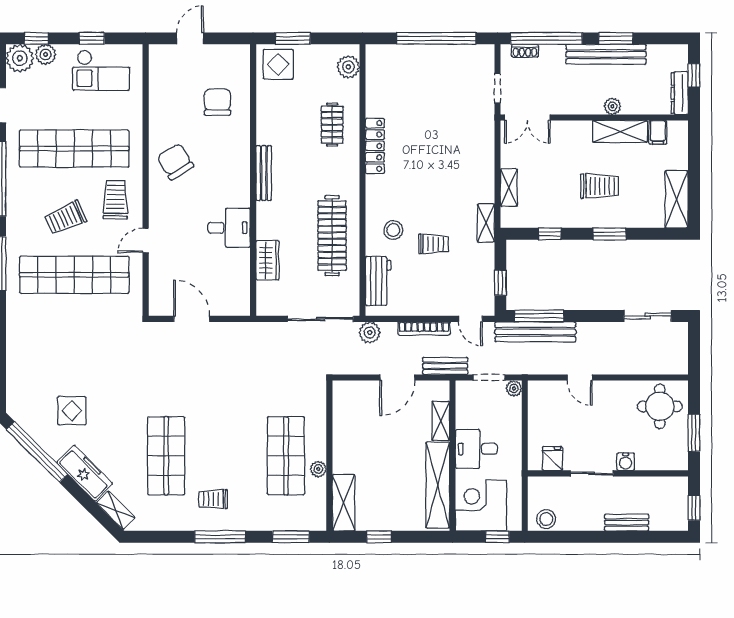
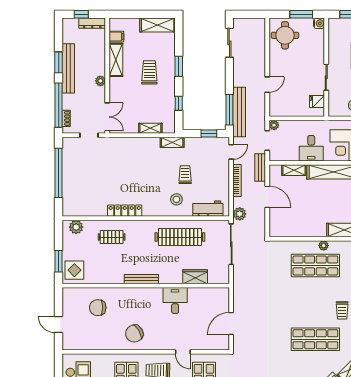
plant: (612, 106) -> (100, 81), moved
water cooler: (626, 462) -> (319, 23), moved

